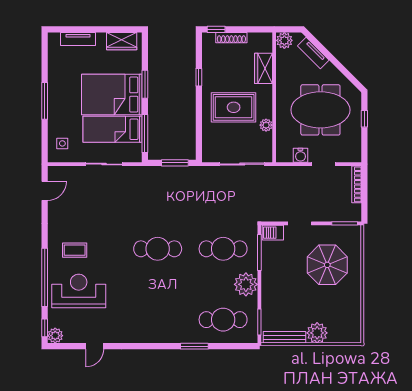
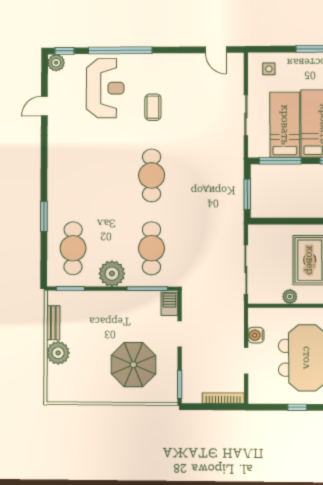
coffee table: (75, 250) -> (153, 107), moved
bench: (285, 337) -> (53, 323), width x0.73
door: (95, 346) -> (44, 106), hinge flipped

